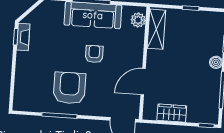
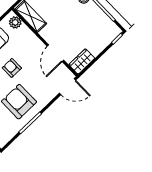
wardrobe: (172, 113) -> (82, 61), moved

